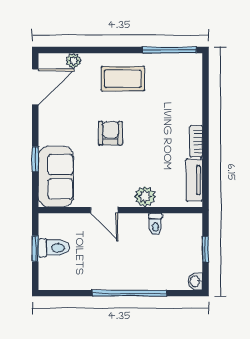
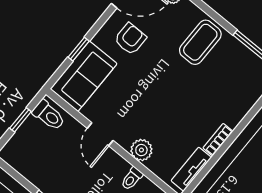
coffee table: (123, 79) -> (200, 42), turned 90
armchair: (110, 133) -> (130, 39), moved
toilet: (54, 248) -> (49, 115), moved

